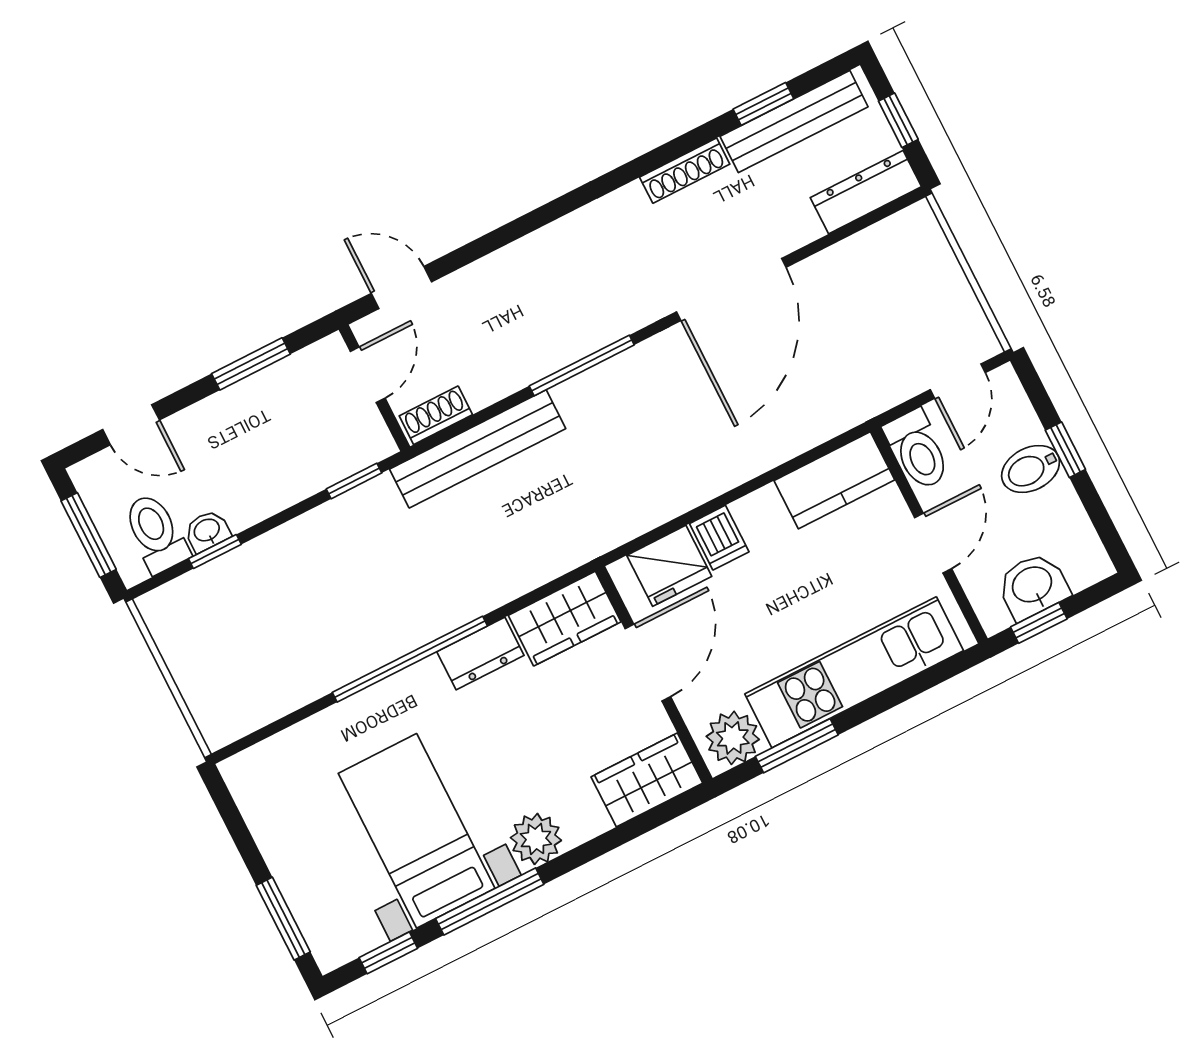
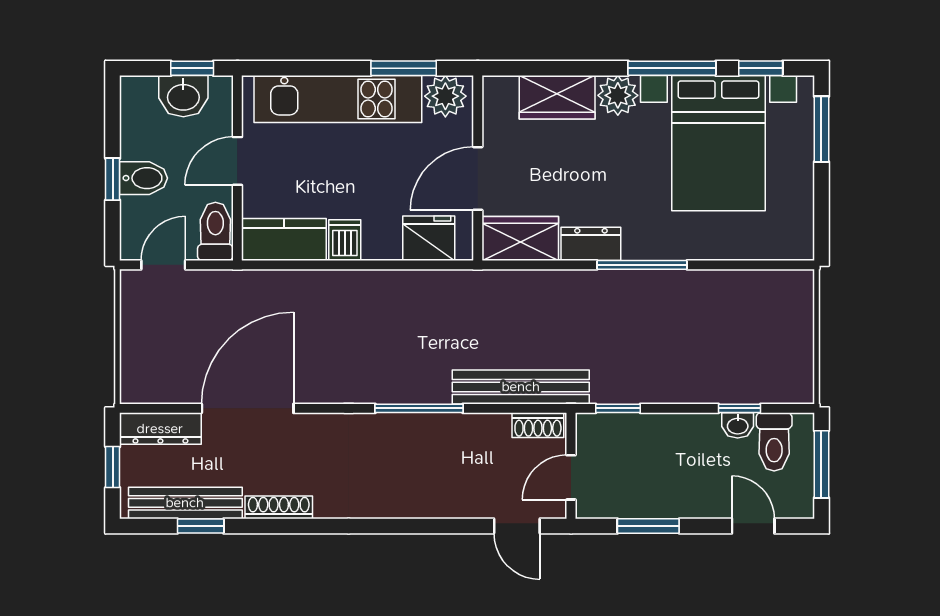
door: (731, 290) -> (248, 408), moved
dishwasher: (719, 538) -> (345, 240), moved
window: (410, 659) -> (642, 265), width x0.68
wardrobe: (647, 780) -> (557, 97), moved
bed with nightstands: (417, 831) -> (718, 143), width x1.36

